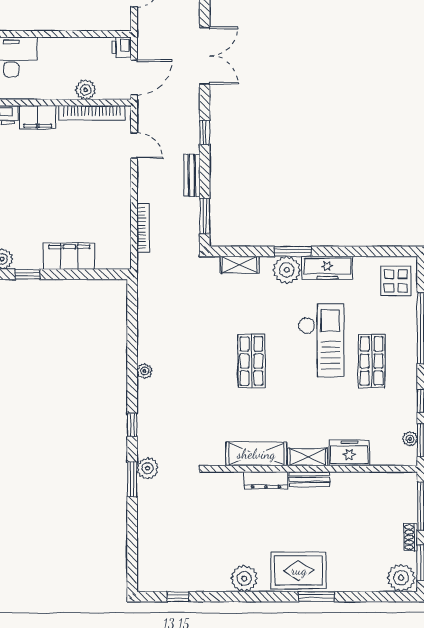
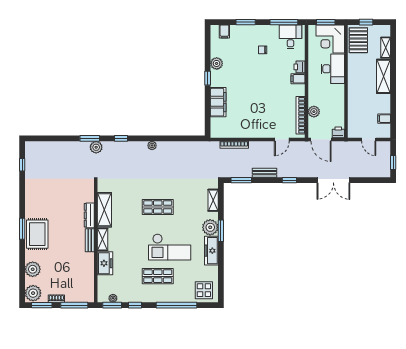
filing cabinet: (38, 117) -> (298, 79), width x0.50
plant: (244, 578) -> (33, 269), moved
window: (316, 597) -> (22, 229), moved

